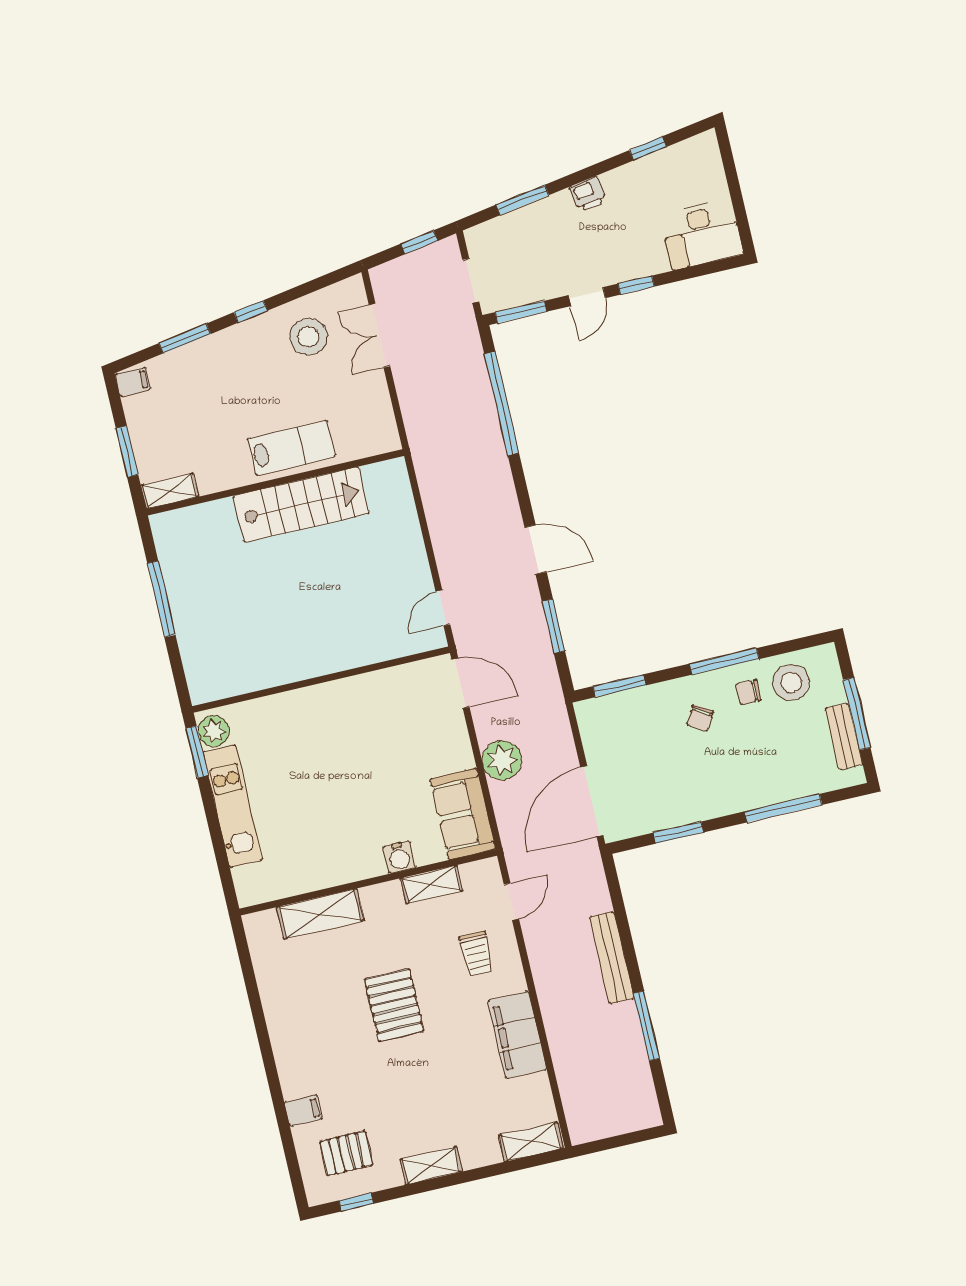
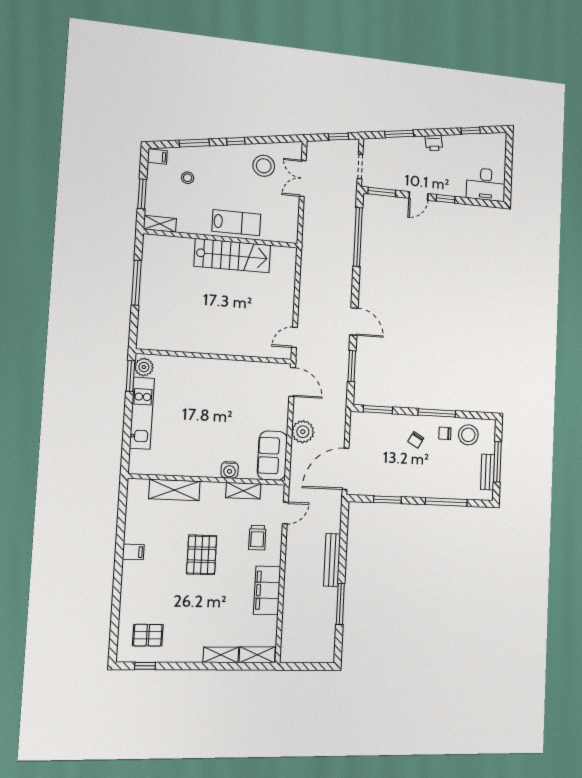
stool: (191, 400) -> (188, 178), added
filing cabinet: (303, 1110) -> (133, 552), moved
shelving: (431, 1166) -> (221, 655), moved

